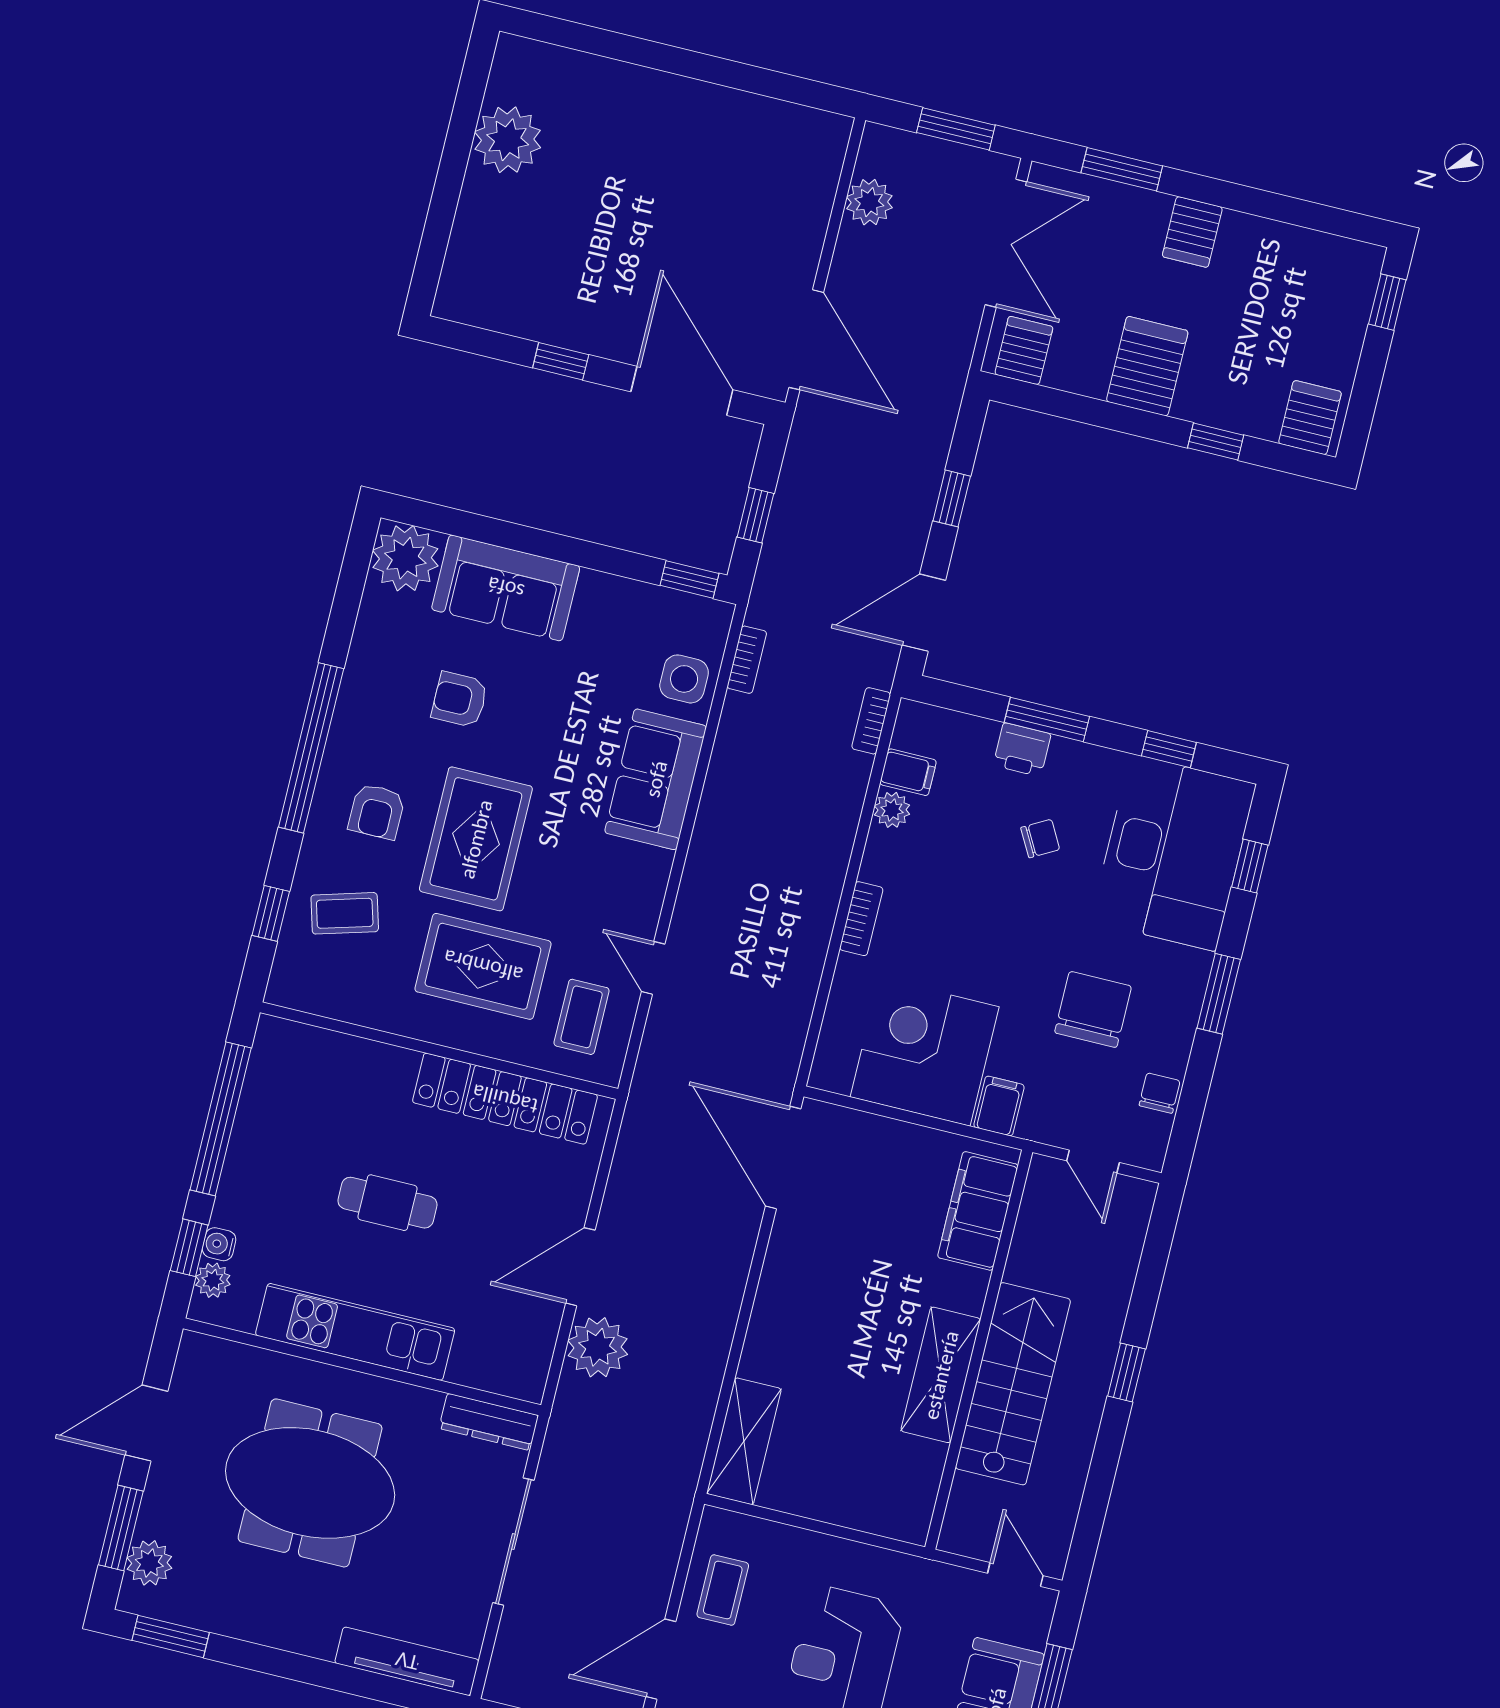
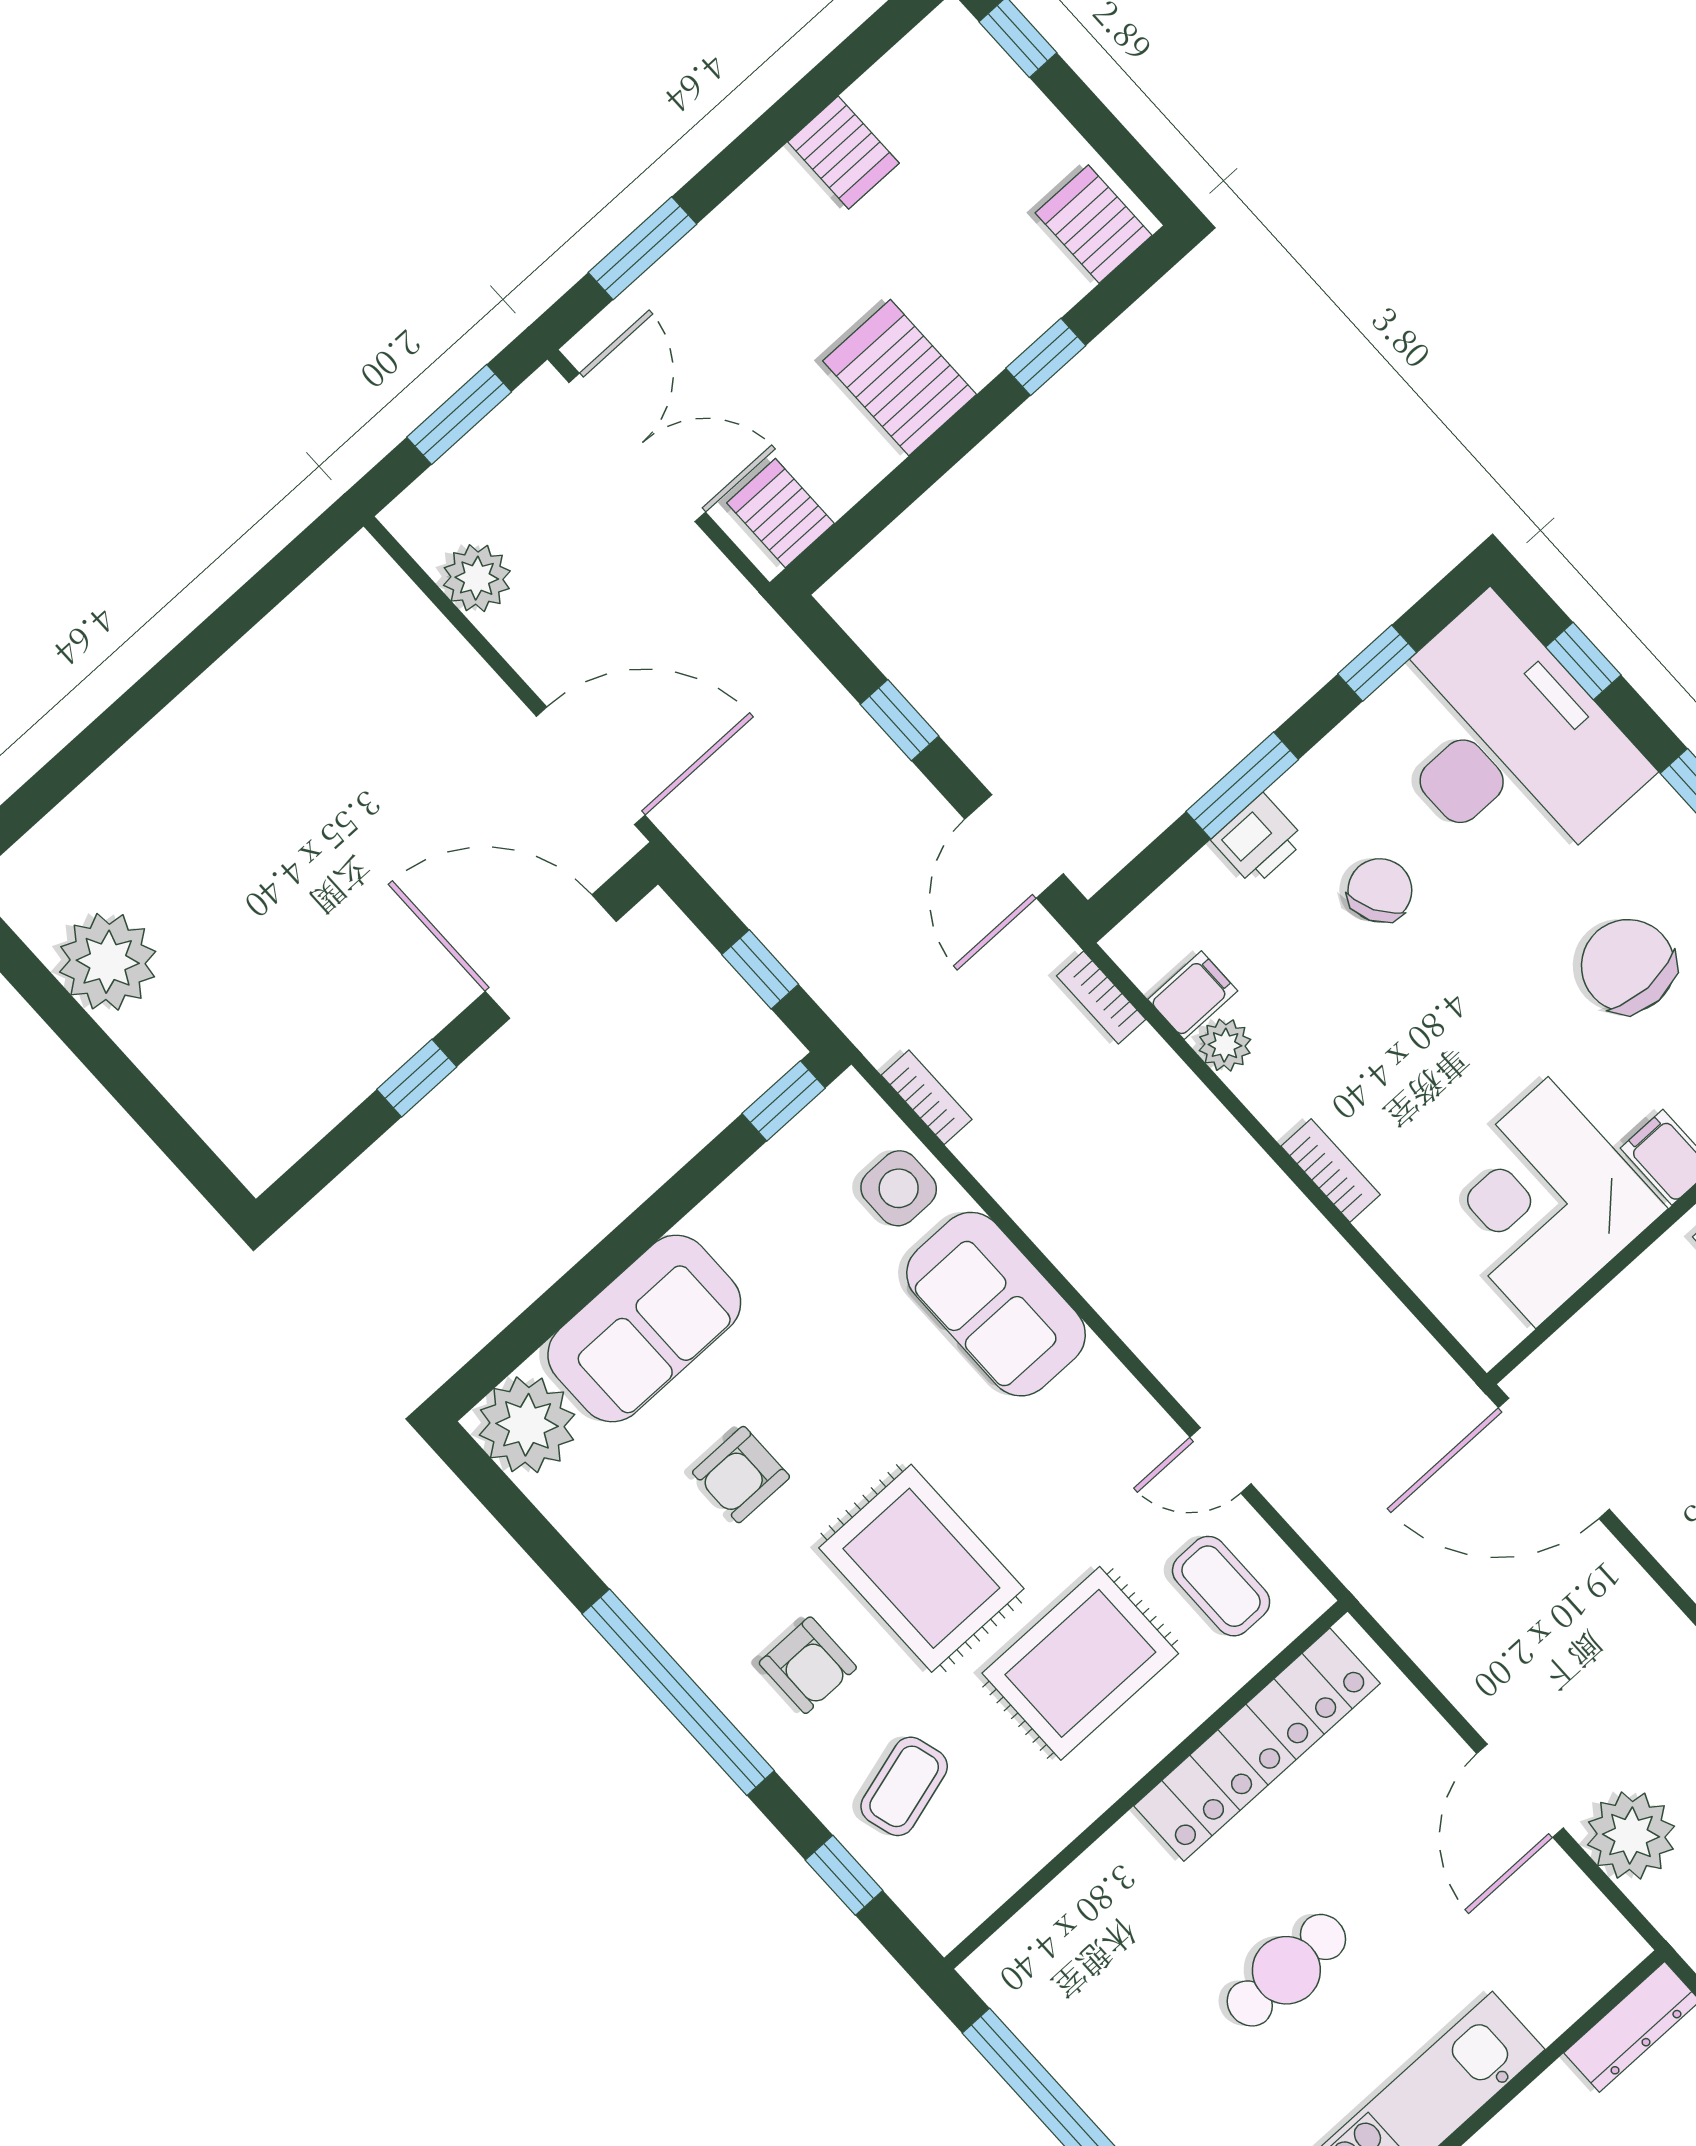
server rack: (1192, 232) -> (843, 153), moved
chair: (1040, 839) -> (1380, 890), width x1.37, depth x1.37

